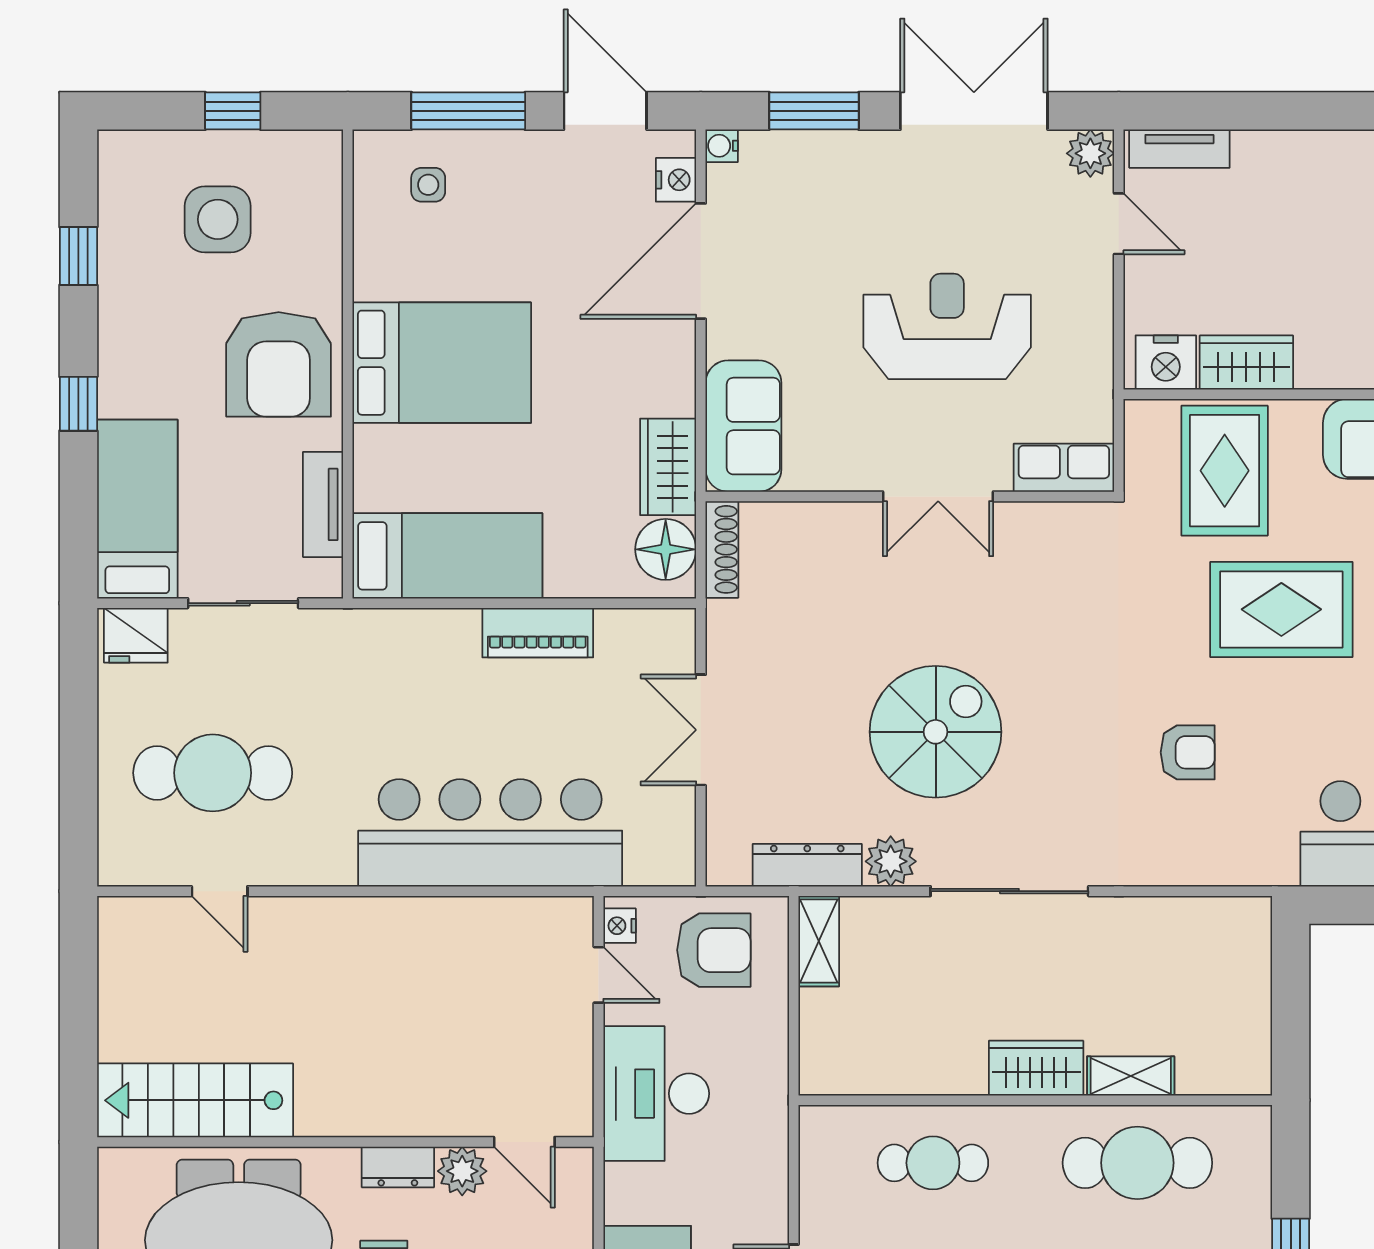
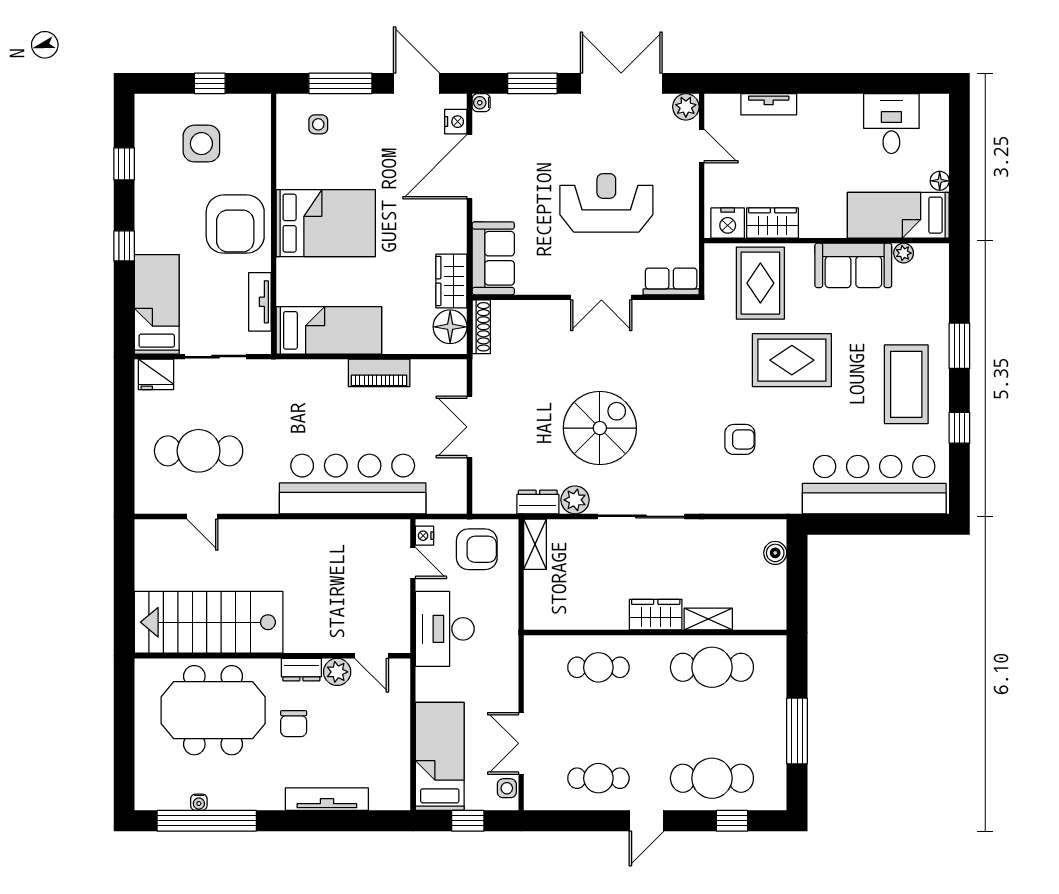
tv unit: (1179, 149) -> (769, 104), moved
dresser: (807, 865) -> (538, 502), width x0.70
boiler: (1251, 957) -> (775, 553), added
stairs: (195, 1100) -> (209, 622), width x1.36, depth x1.51

